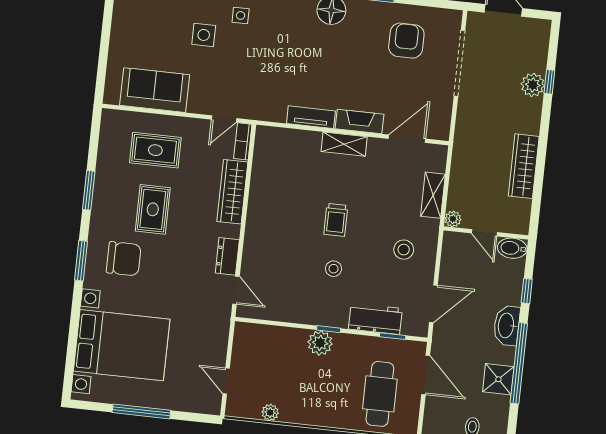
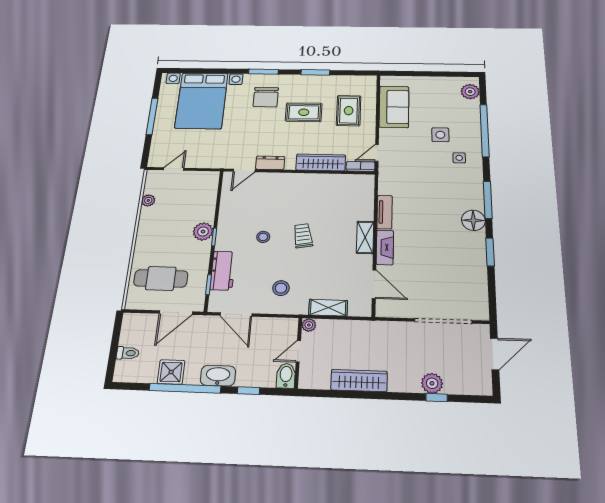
armchair: (406, 41) -> (457, 278), removed
door: (224, 119) -> (377, 153), hinge flipped
trolley: (336, 220) -> (303, 236), turned 80

